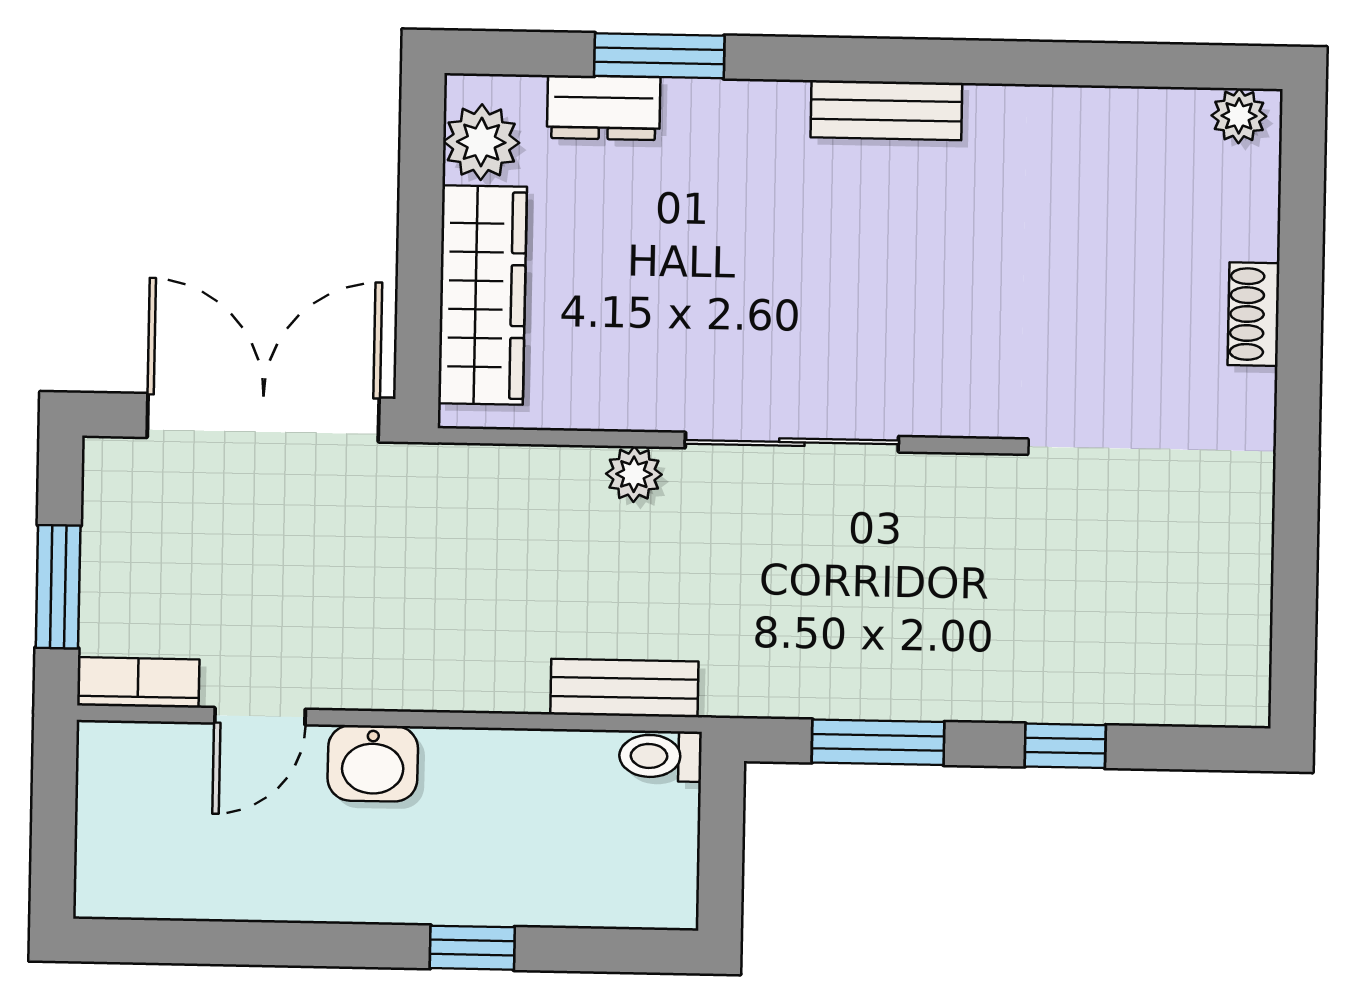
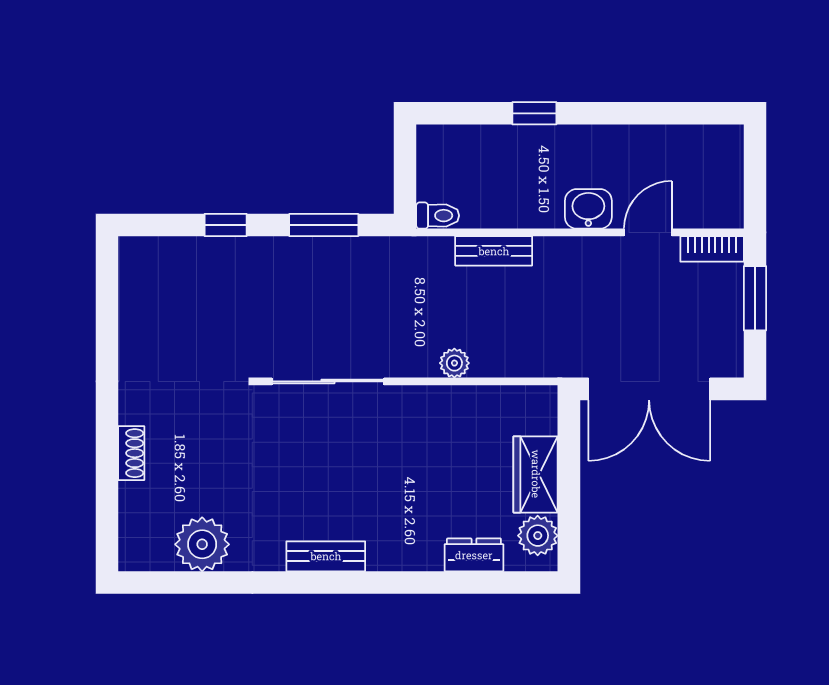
window: (659, 56) -> (445, 583), removed
plant: (1239, 116) -> (202, 544), moved, width x1.88, depth x1.88
wardrobe: (483, 295) -> (536, 474), width x0.67
sliding door: (792, 442) -> (328, 381), moved
bench: (624, 688) -> (494, 251), moved

